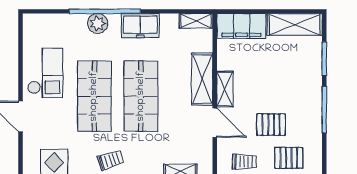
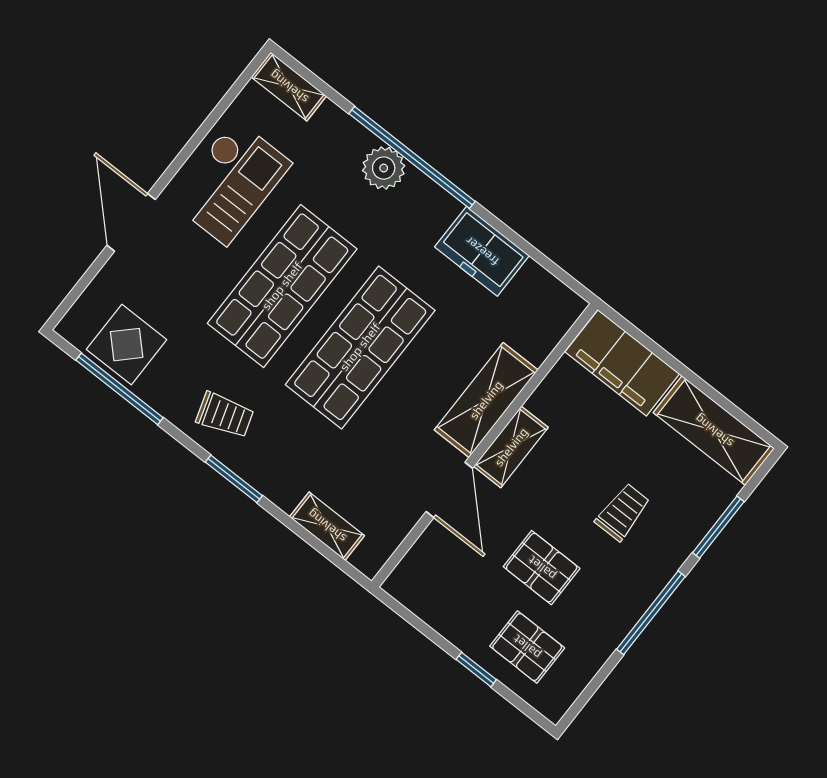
shelving: (196, 21) -> (289, 87), moved
freezer: (140, 26) -> (482, 251), moved
trolley: (245, 162) -> (623, 512), moved, turned -90

